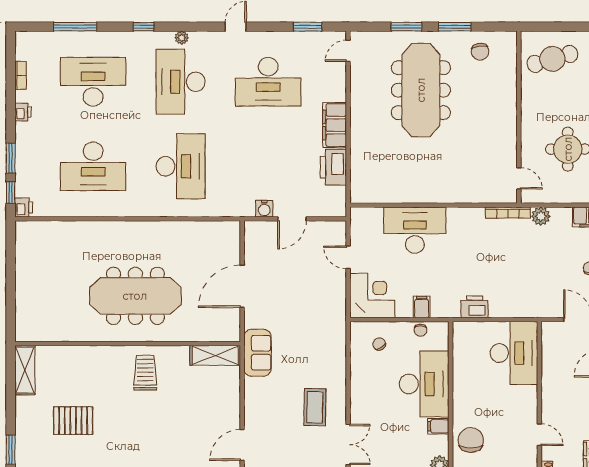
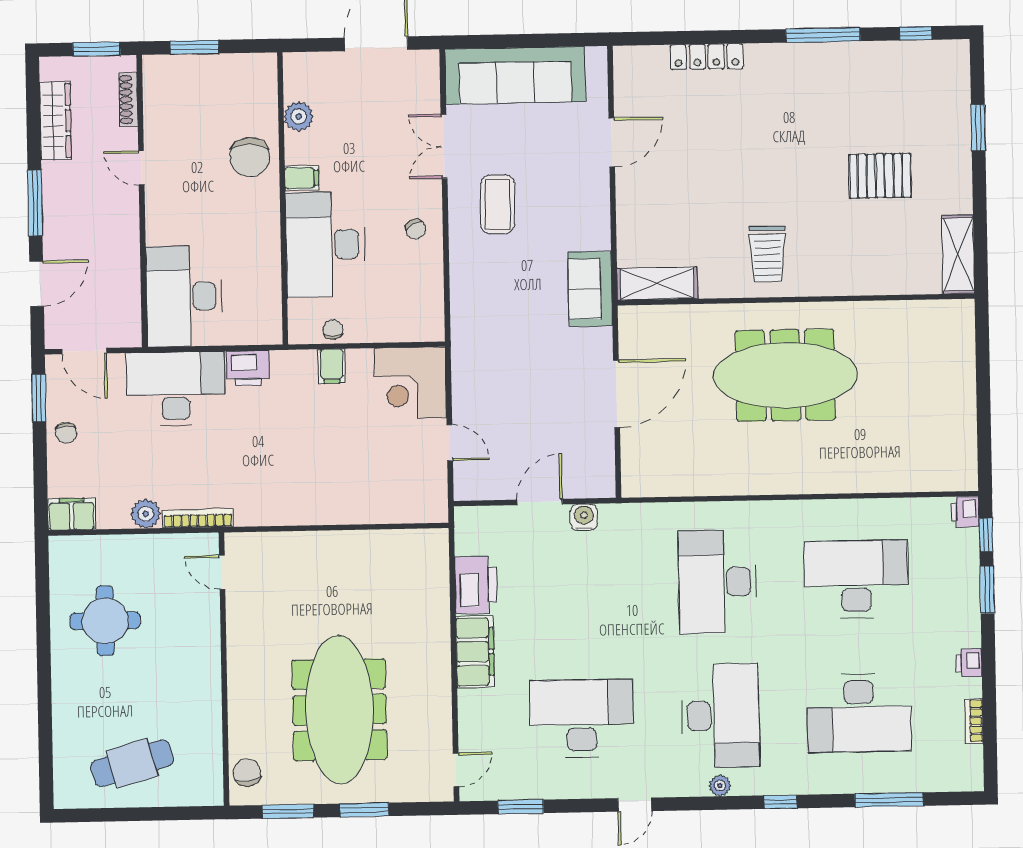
wall: (519, 117) -> (224, 669), moved
door: (519, 178) -> (222, 572), moved
desk: (415, 230) -> (176, 389), moved, turned 180
chair: (379, 344) -> (416, 229), moved

